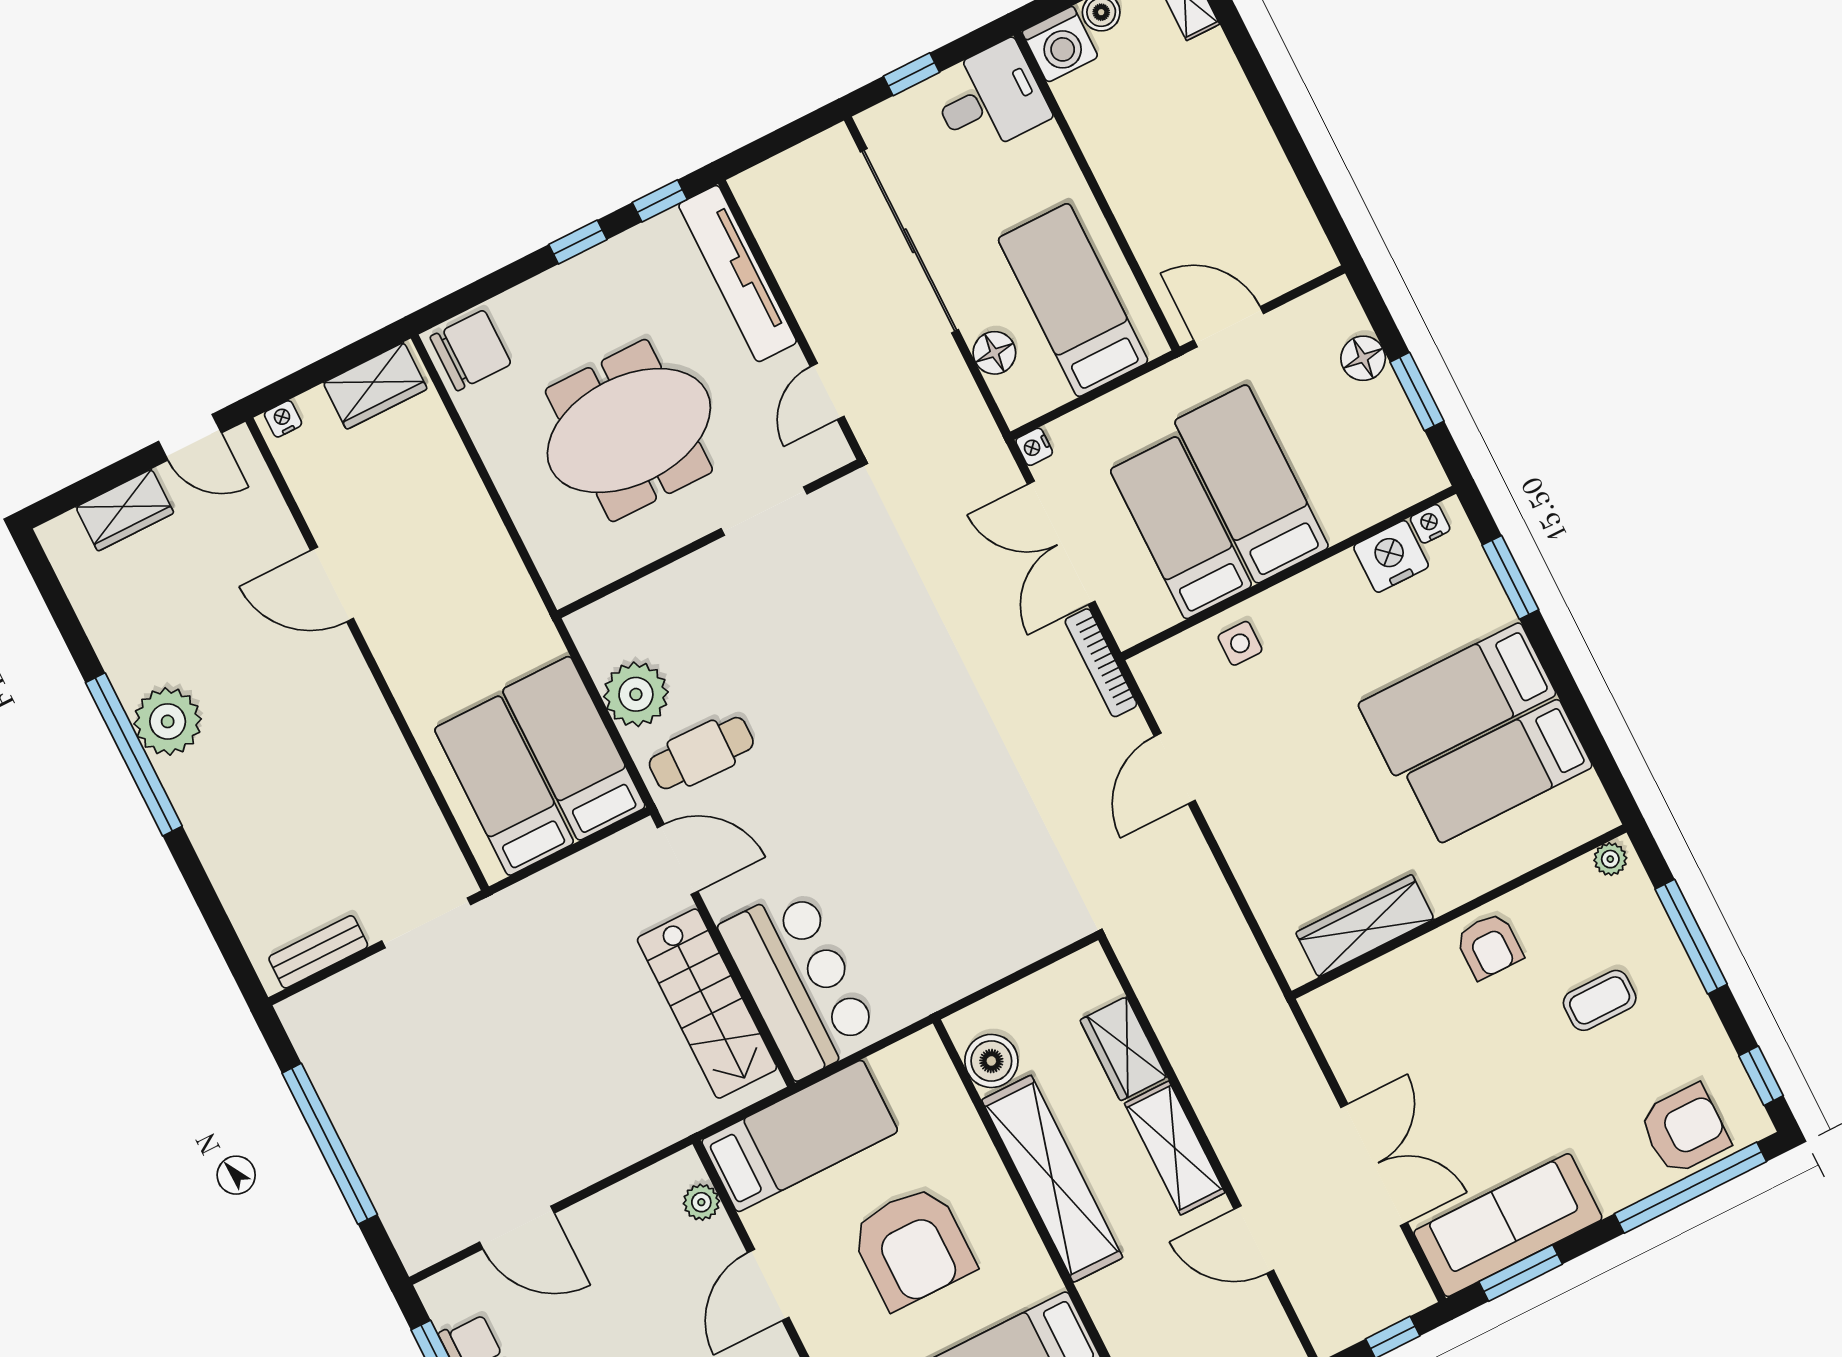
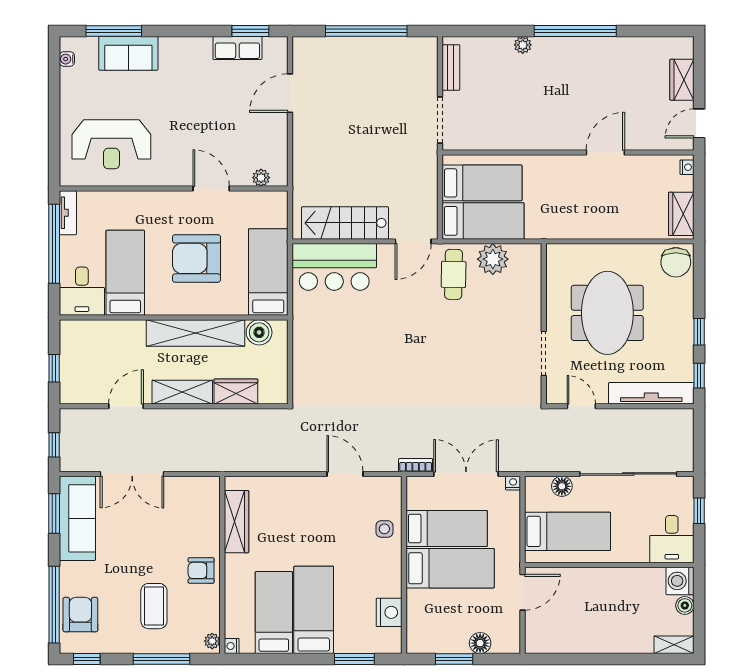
nightstand: (1430, 524) -> (232, 646), moved, turned 180
bookcase: (1101, 663) -> (416, 465), width x0.64
plant: (168, 721) -> (523, 45), moved, width x0.53, depth x0.53
coffee table: (1600, 1000) -> (154, 606), width x1.36, depth x1.30
armchair: (1684, 1129) -> (80, 615), turned 180
bed: (800, 1136) -> (268, 272), moved, turned 180

